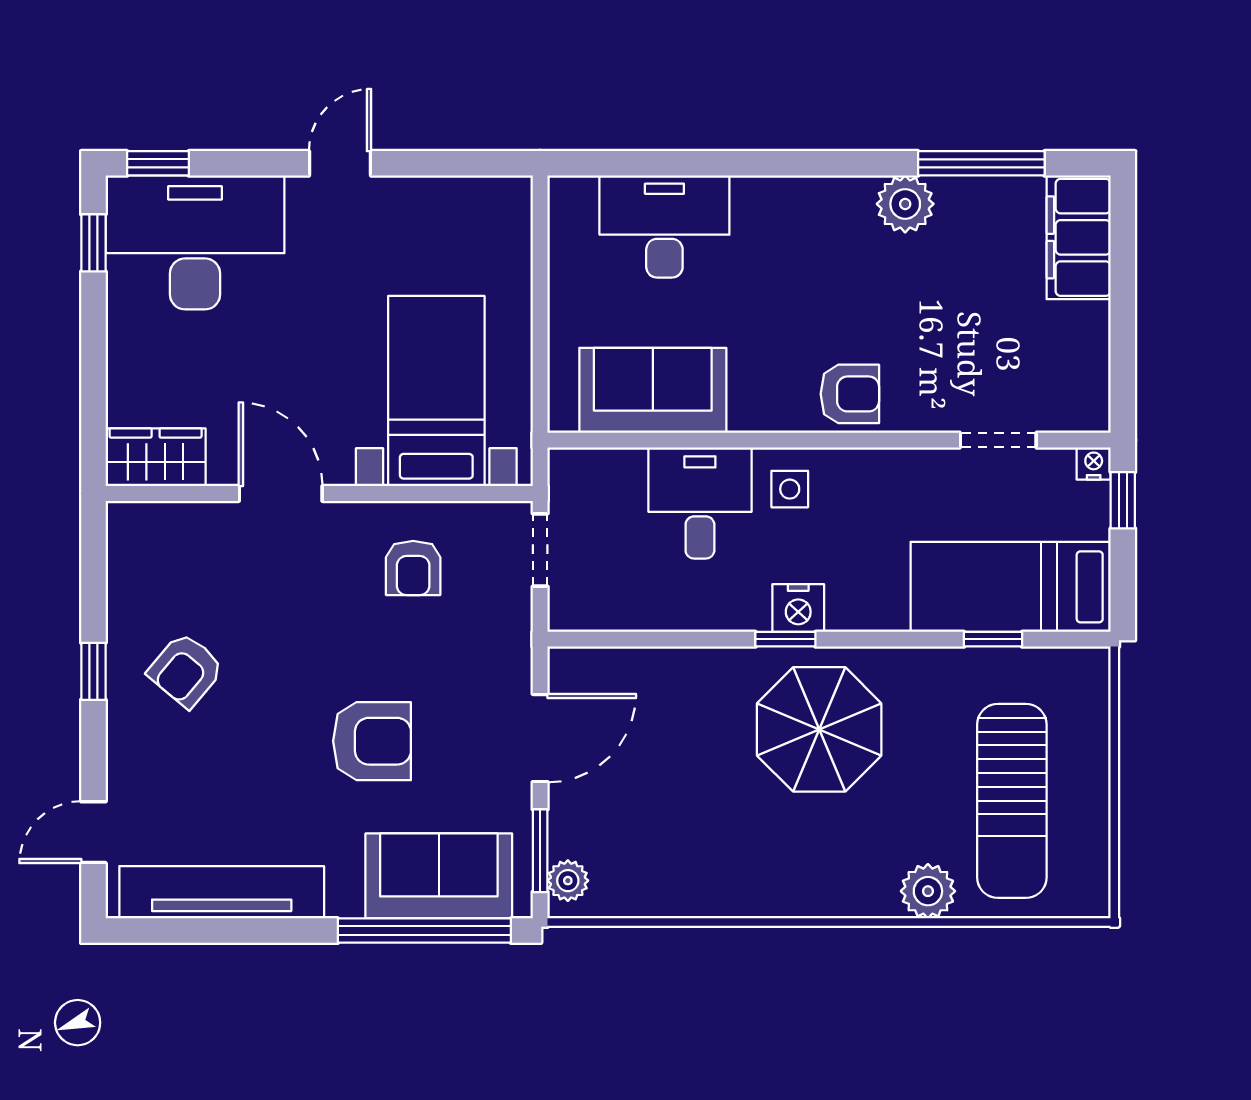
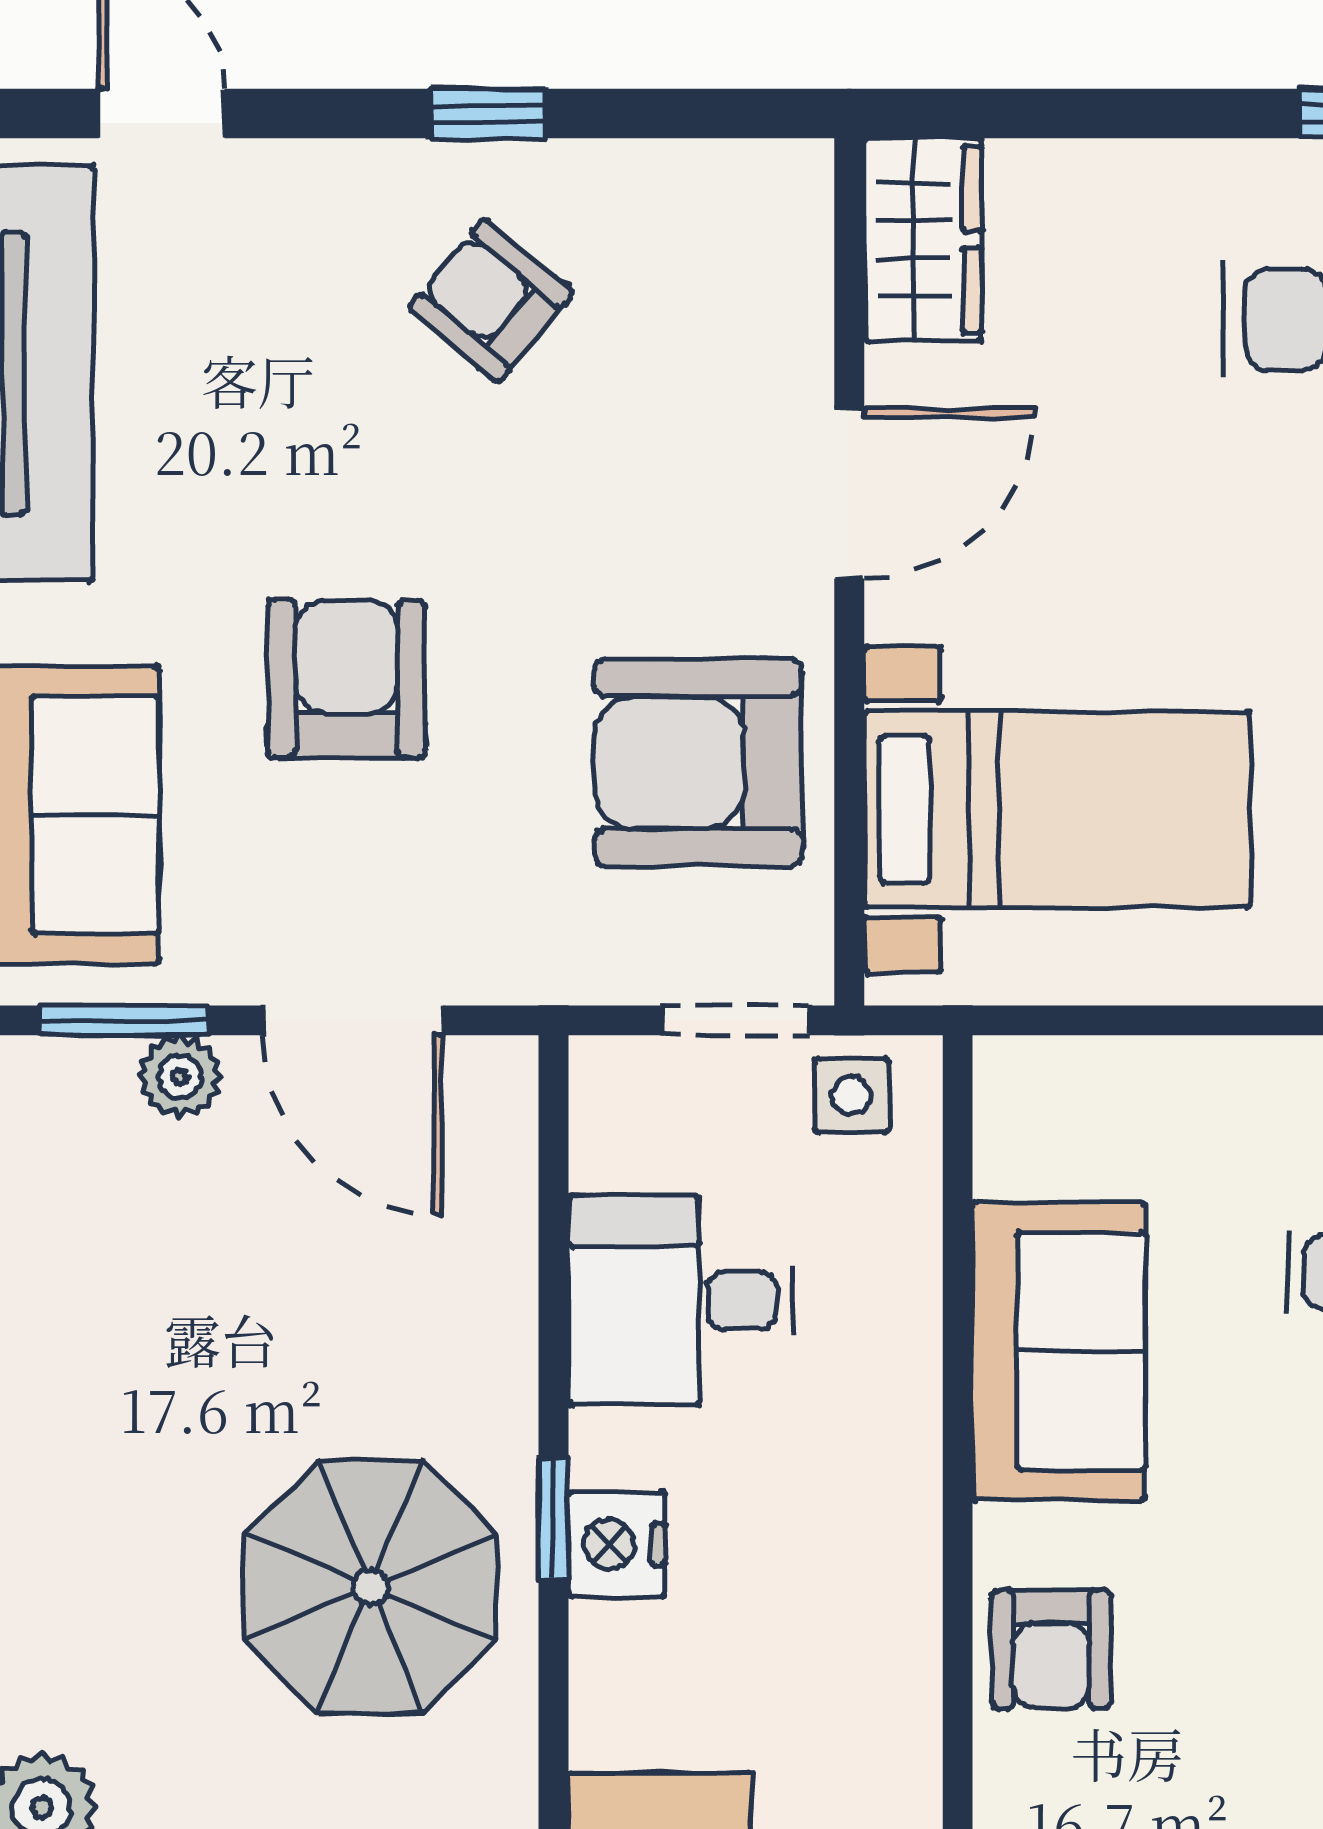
sofa: (653, 390) -> (1059, 1351), moved
side table: (790, 489) -> (851, 1096), moved
desk: (700, 503) -> (681, 1301), moved, turned 180
armchair: (413, 568) -> (698, 763), width x1.88, depth x1.88
armchair: (372, 741) -> (346, 679), turned 180
plant: (568, 881) -> (180, 1077), moved

